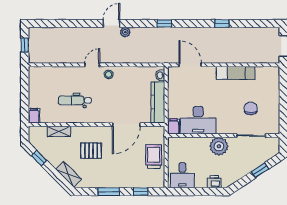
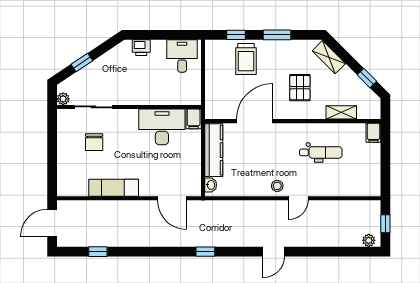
window: (222, 24) -> (98, 252), moved
plant: (125, 32) -> (369, 240), moved
plant: (219, 146) -> (63, 99), moved, width x0.53, depth x0.53
pallet: (91, 151) -> (300, 88), turned 90
trolley: (154, 157) -> (246, 59), moved

